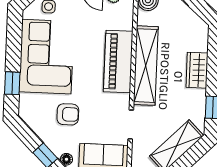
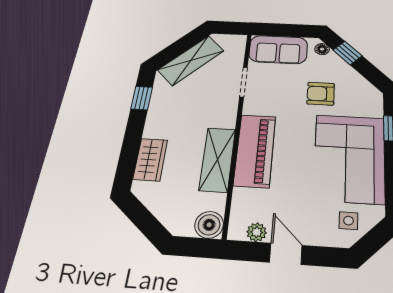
shelving: (146, 66) -> (217, 159), width x0.68
wardrobe: (197, 70) -> (150, 159), moved

